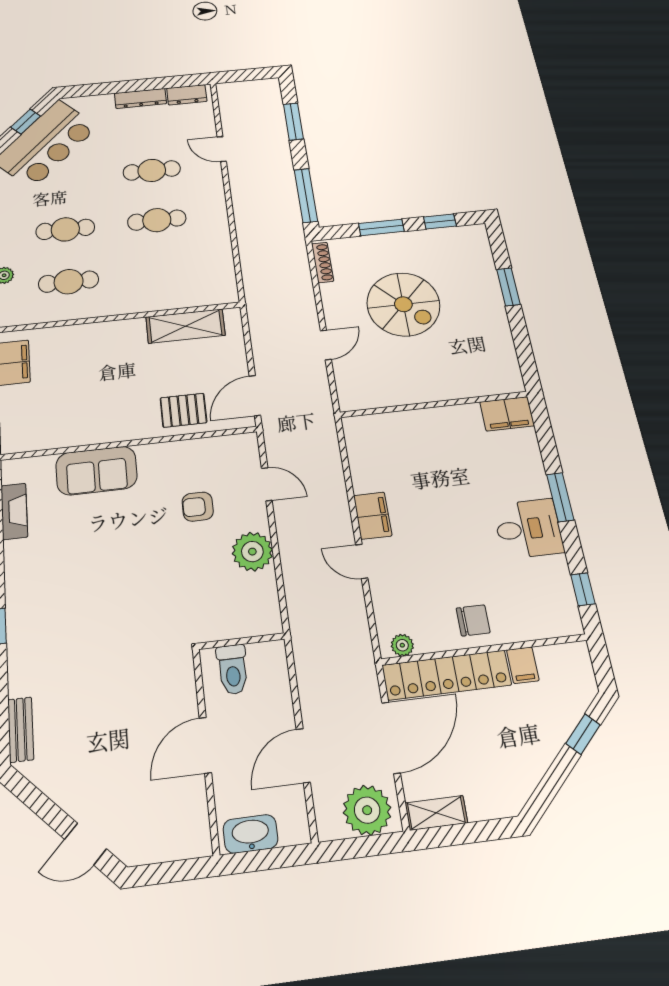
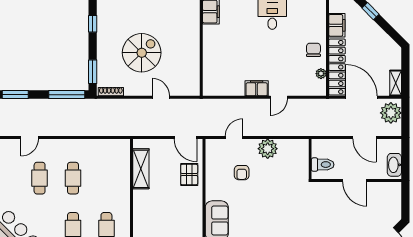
window: (381, 227) -> (93, 72), moved
plant: (402, 645) -> (321, 74), moved
filing cabinet: (523, 665) -> (337, 25), width x2.00

